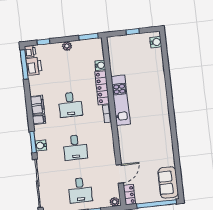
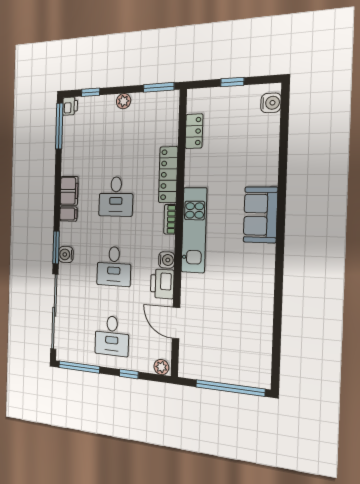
water cooler: (100, 65) -> (167, 260), moved
printer: (34, 66) -> (162, 284), moved, turned 180
kitchen unit: (121, 100) -> (194, 230), moved
door: (120, 174) -> (176, 323), swing flipped
sofa: (168, 183) -> (260, 215), moved
locker: (129, 195) -> (194, 131), moved

